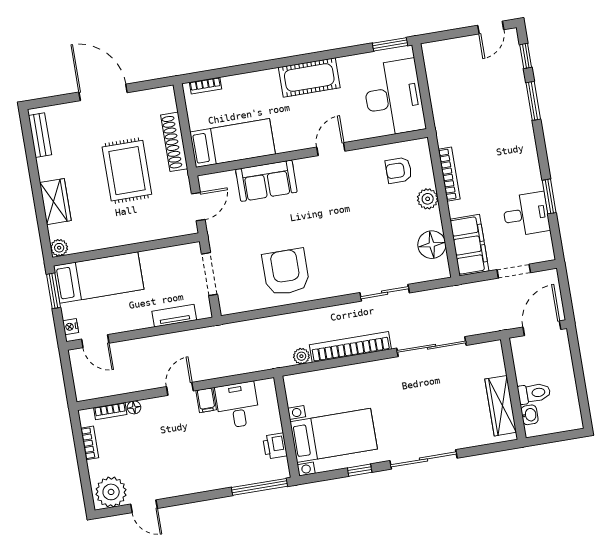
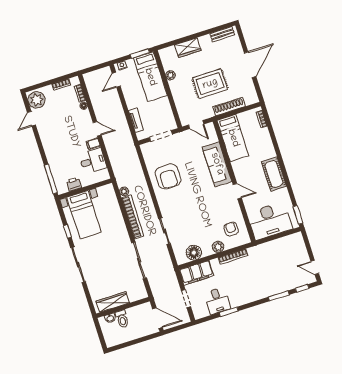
sofa: (266, 181) -> (217, 164), width x1.36
plant: (59, 248) -> (170, 75), moved
armchair: (286, 272) -> (168, 177), turned 90

